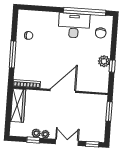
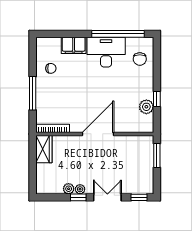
filing cabinet: (48, 18) -> (74, 45), added
plant: (104, 61) -> (146, 107), moved
wardrobe: (18, 105) -> (44, 149), width x0.67
window: (33, 140) -> (78, 197), moved

